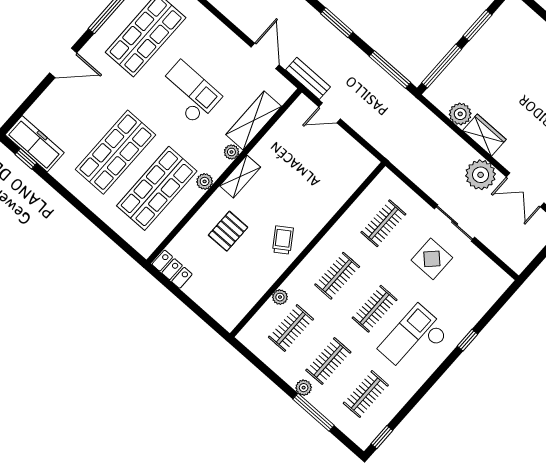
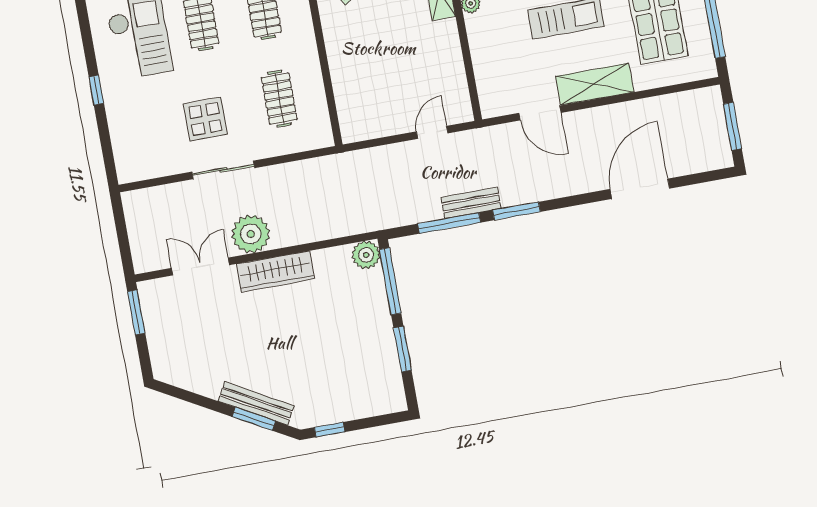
window: (390, 69) -> (449, 223), moved
bench: (308, 78) -> (471, 203), moved
plant: (460, 114) -> (366, 255), moved
shelving: (254, 121) -> (595, 84), moved, turned 90
wardrobe: (484, 135) -> (275, 271), width x1.50

